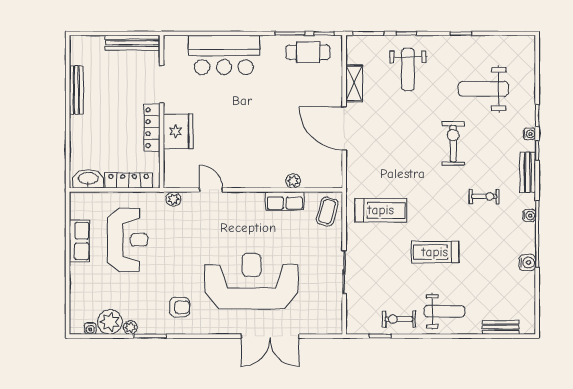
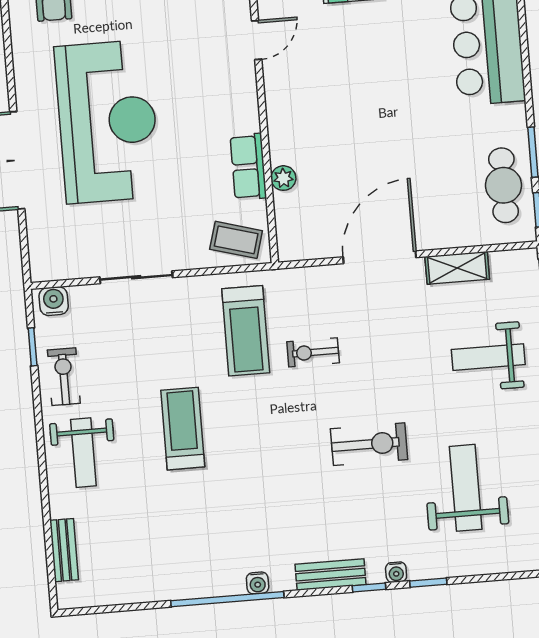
exercise bike: (484, 197) -> (313, 352), moved, turned 90
water cooler: (527, 263) -> (54, 301), moved, turned 180

